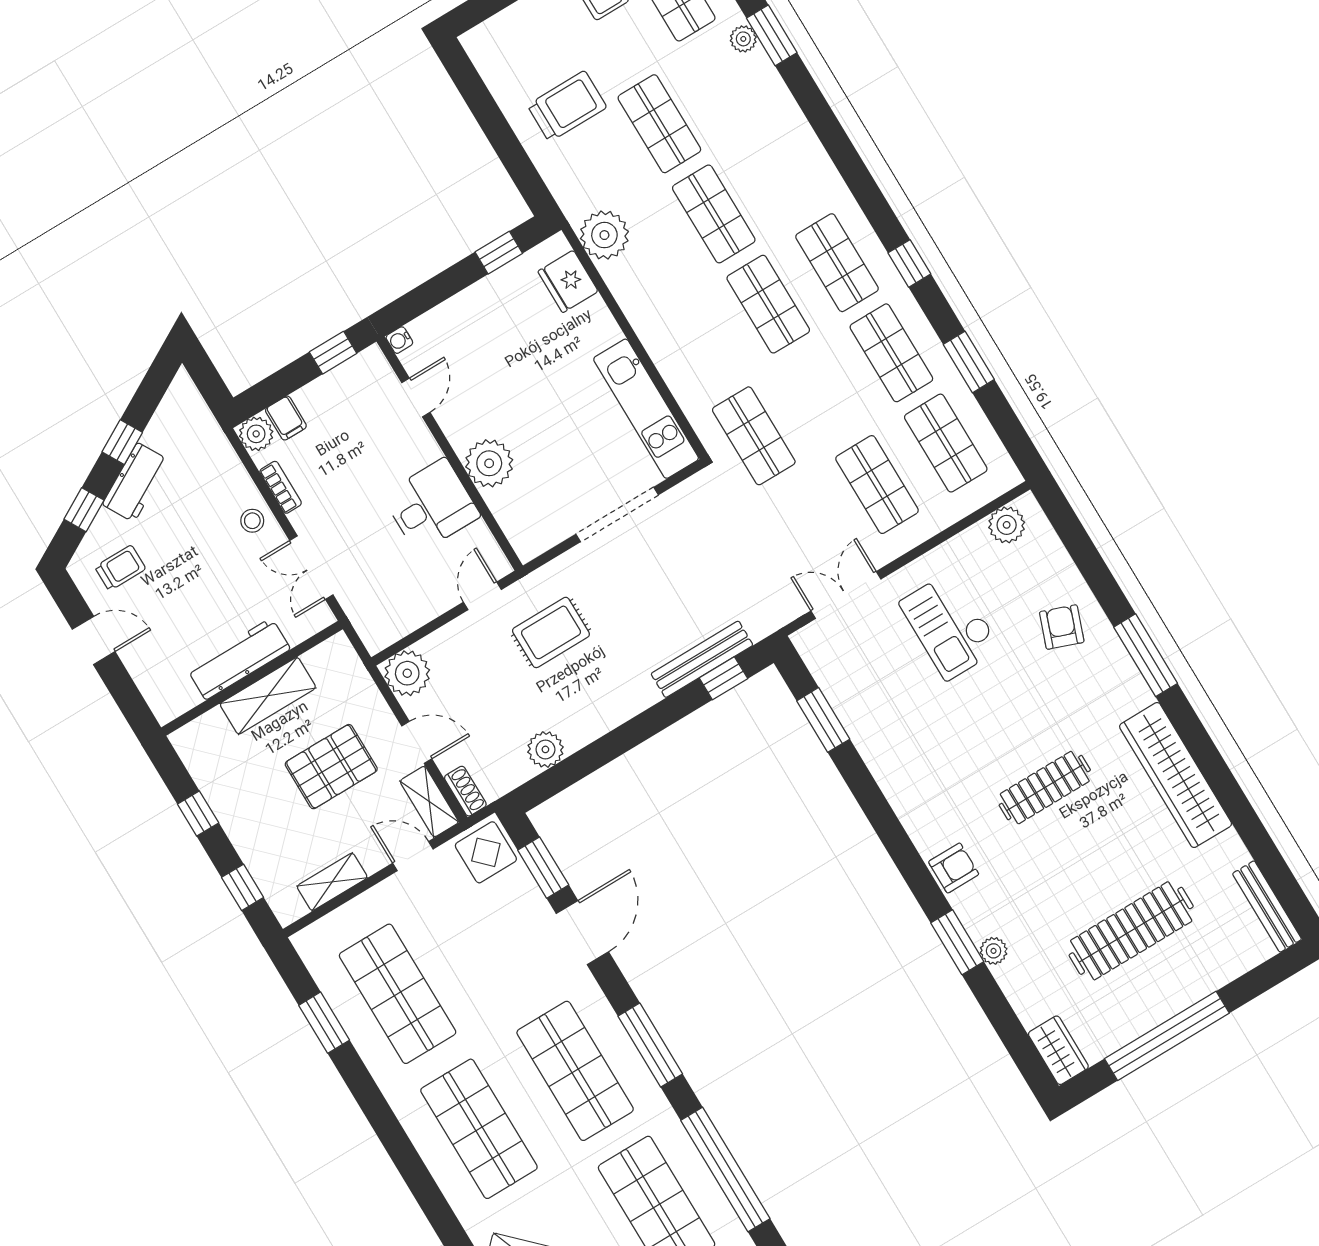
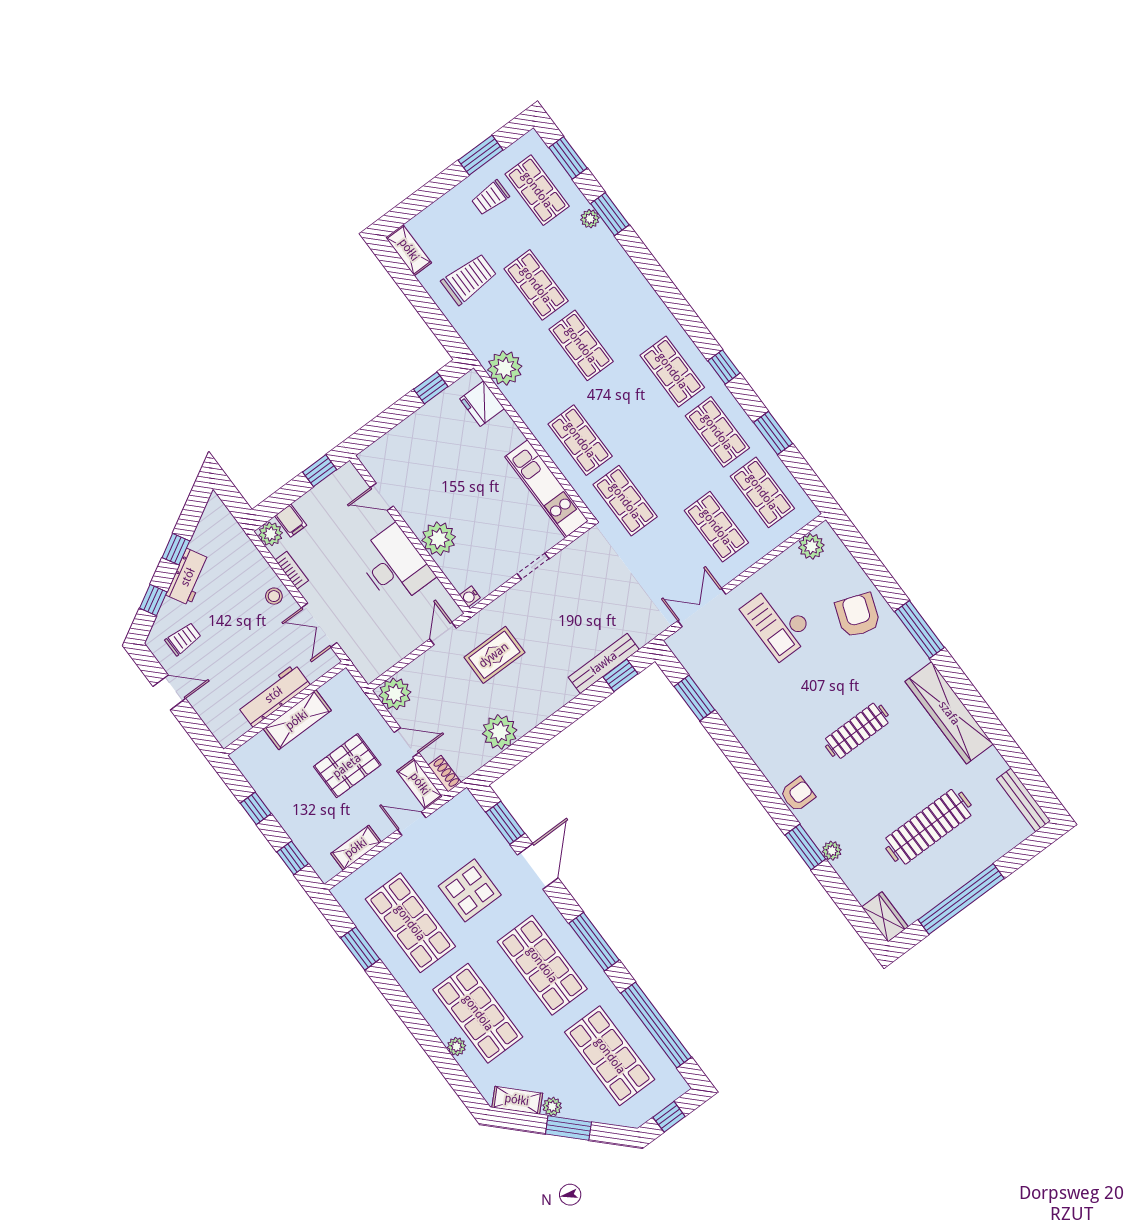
shelving: (487, 58) -> (409, 250), added
shop shelf: (768, 304) -> (580, 440), moved
water cooler: (399, 340) -> (470, 596), moved
door: (416, 397) -> (382, 497), swing flipped
desk: (431, 506) -> (395, 565), width x1.37
doorway: (617, 515) -> (533, 566), width x0.53
armchair: (1062, 627) -> (858, 615), width x1.38, depth x1.38
plant: (545, 749) -> (500, 732), width x1.36, depth x1.36
display table: (486, 852) -> (470, 890), moved, width x1.36, depth x1.36
plant: (445, 1172) -> (456, 1046), added

